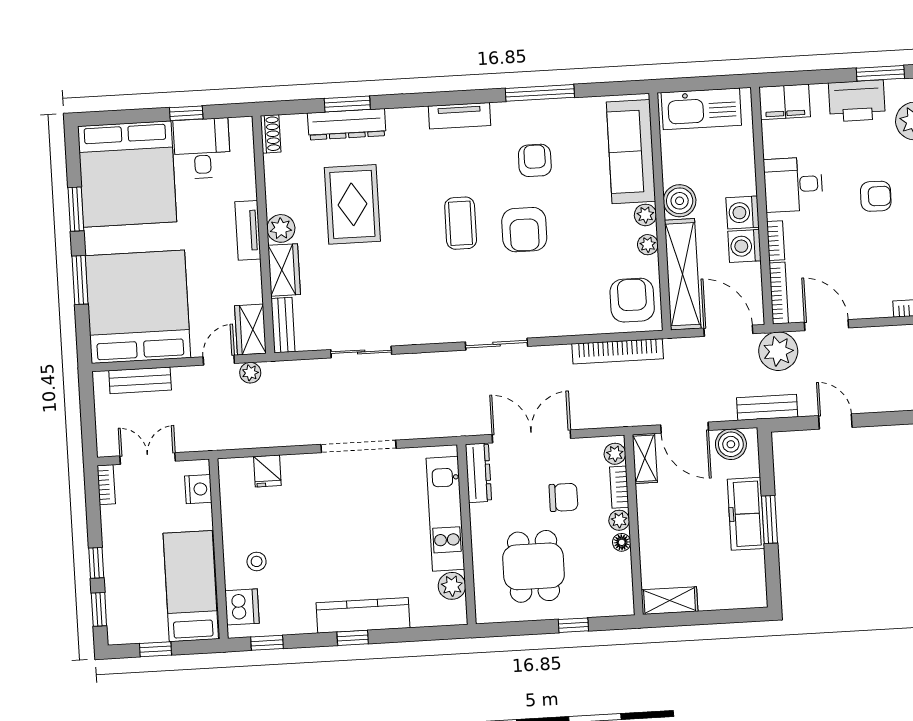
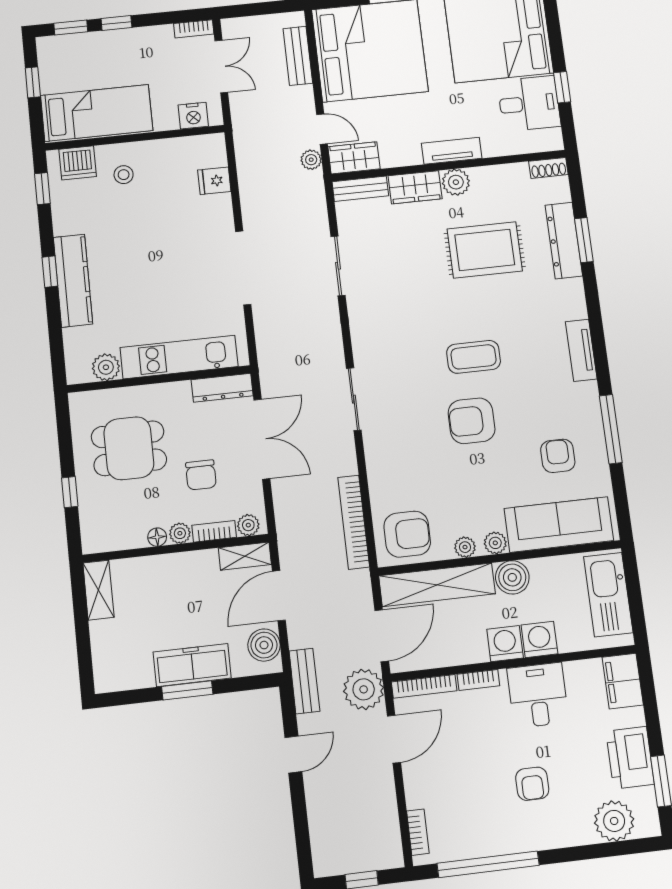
armchair: (535, 160) -> (558, 456), moved, turned -90
washing machine: (744, 246) -> (539, 639), moved

